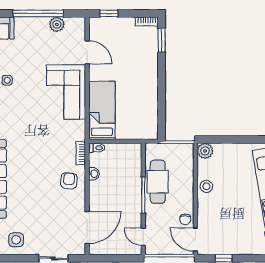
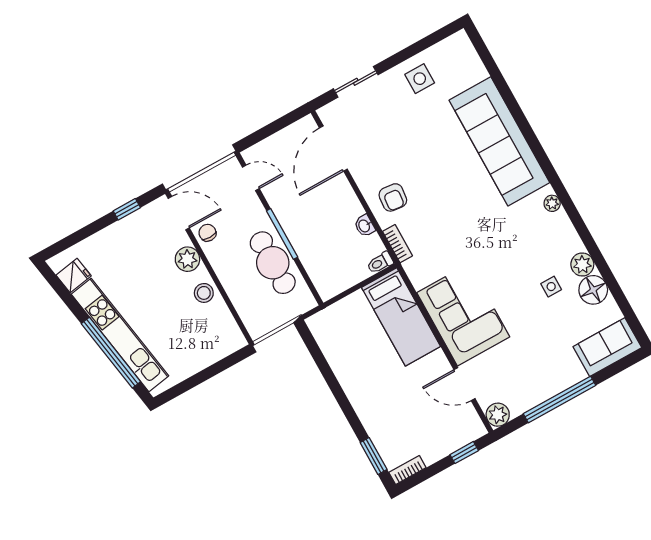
plant: (57, 24) -> (498, 415), moved
plant: (205, 151) -> (187, 259), moved

